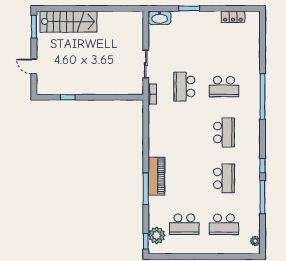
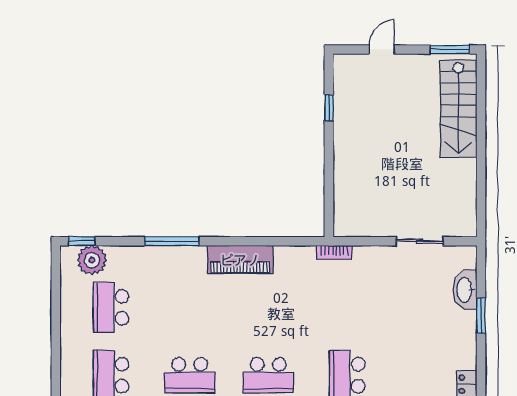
washbasin: (160, 18) -> (465, 290), moved
sliding door: (146, 64) -> (420, 241), moved
school desk: (184, 87) -> (347, 307), removed
piano: (156, 176) -> (240, 260), moved

